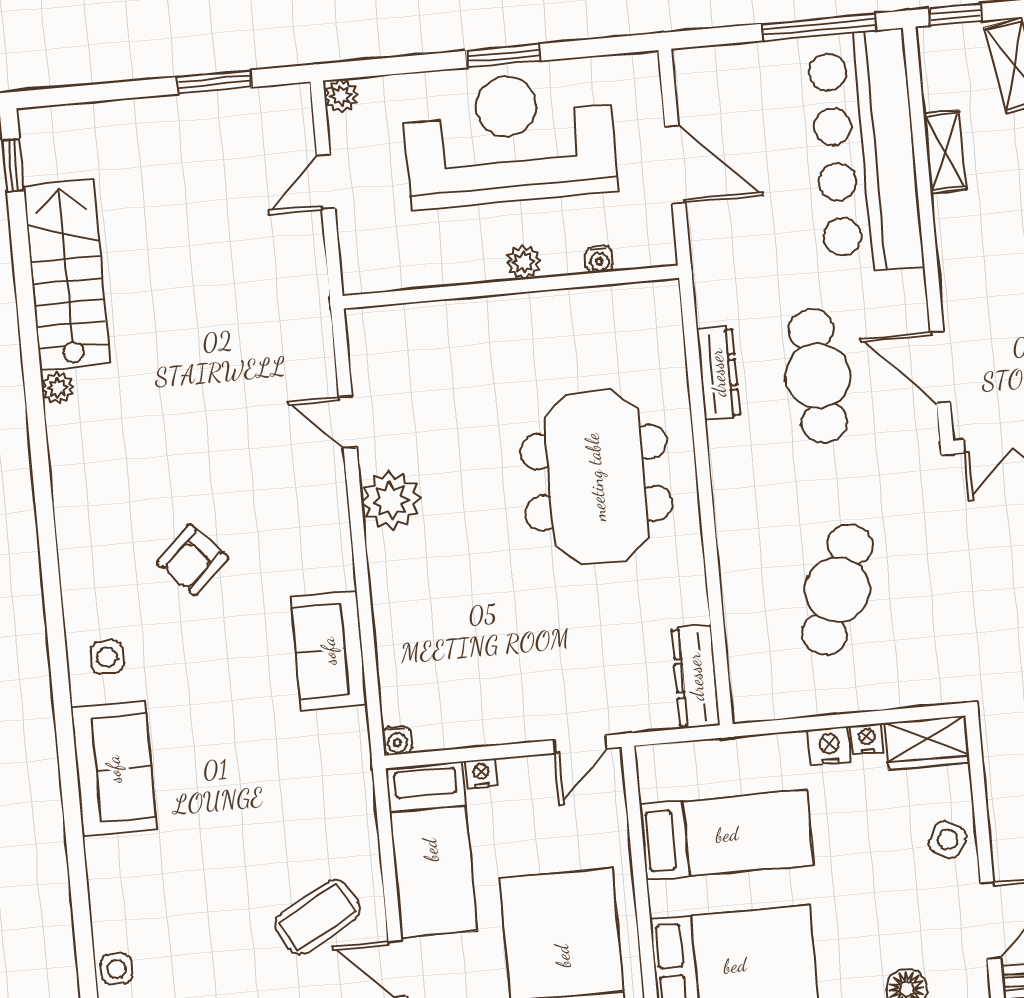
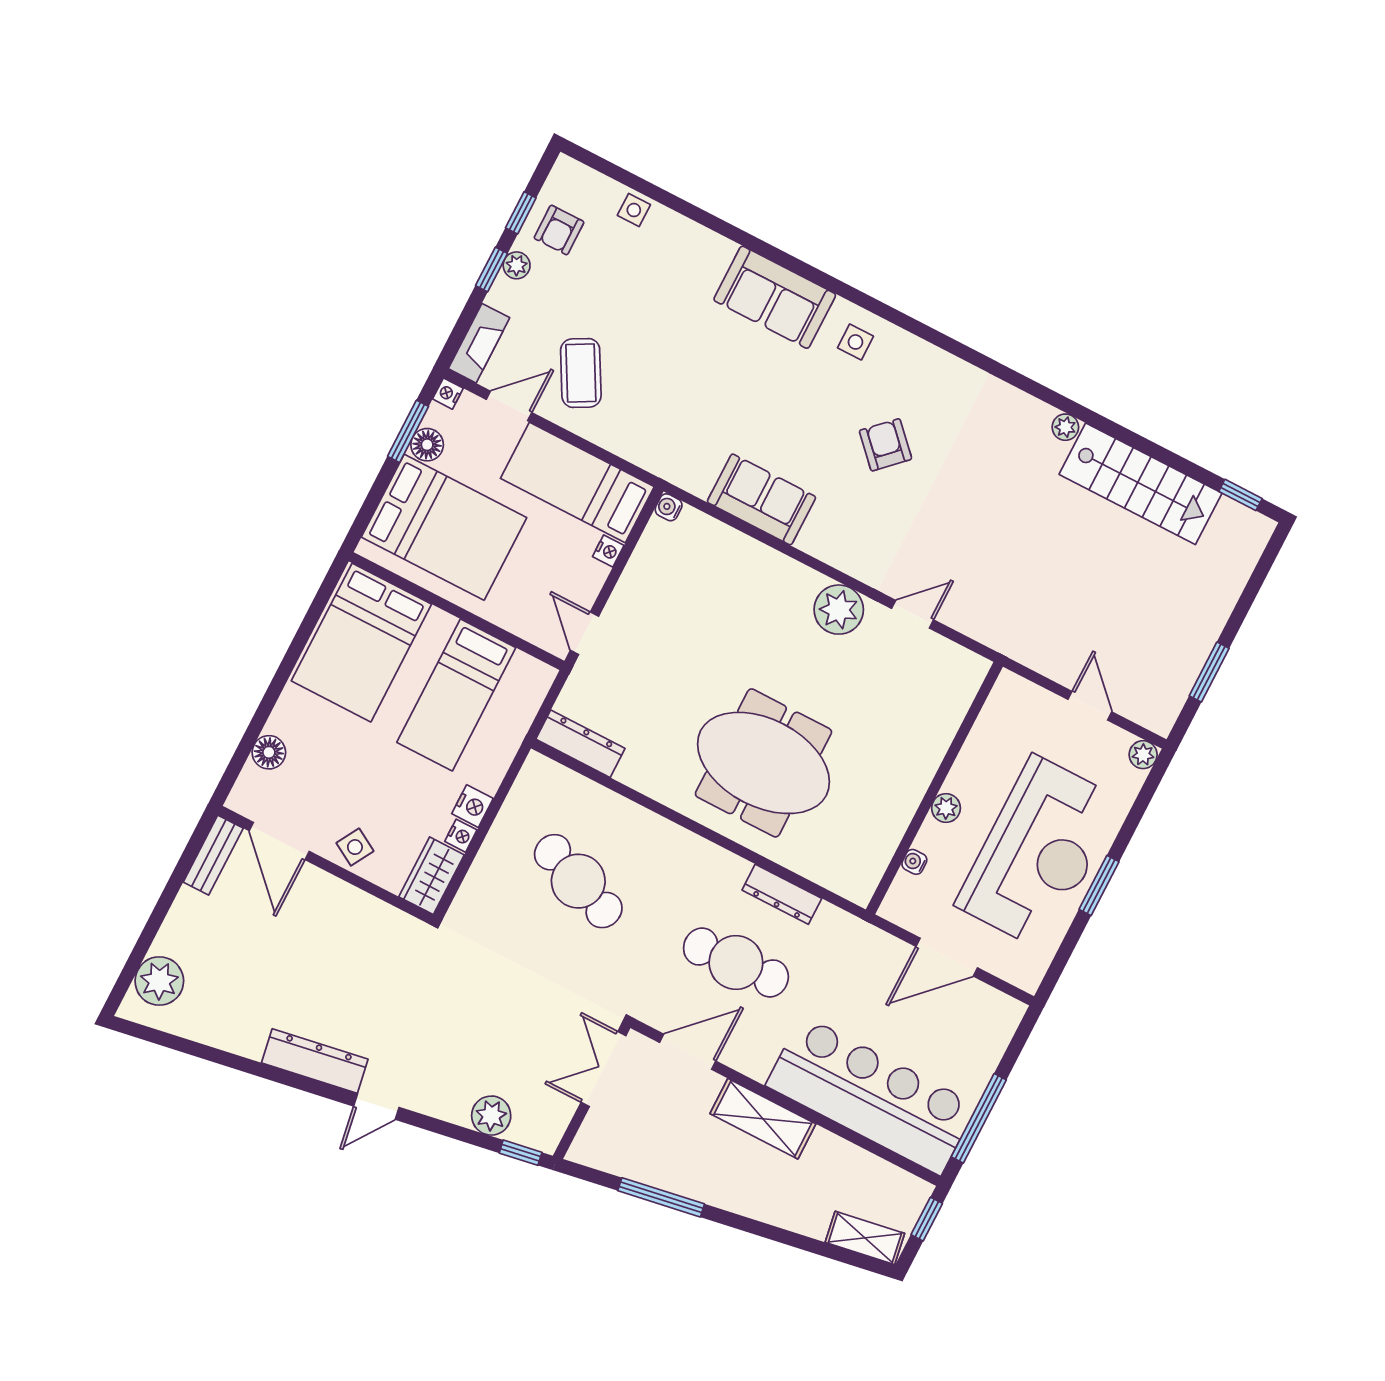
shelving: (945, 152) -> (763, 1119), moved, width x1.50, depth x1.33

